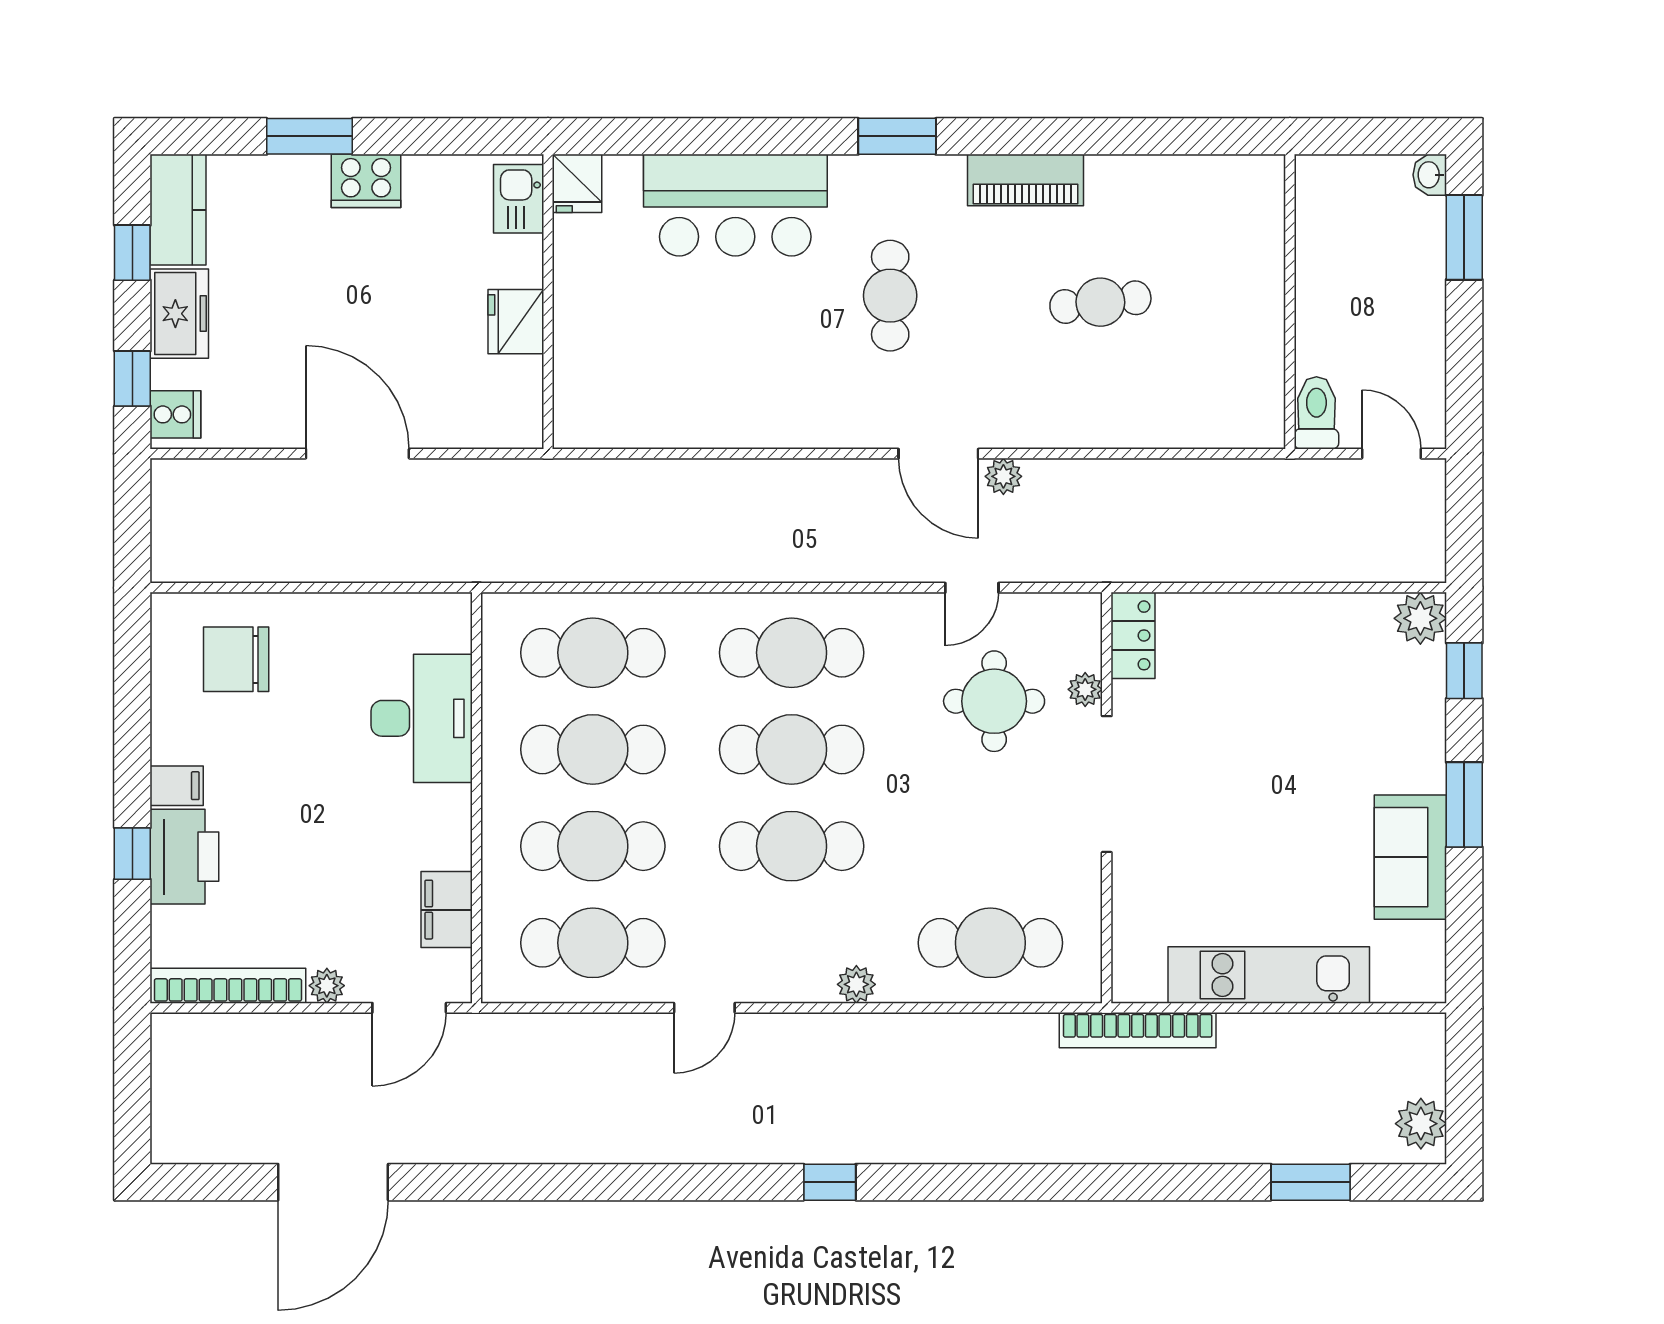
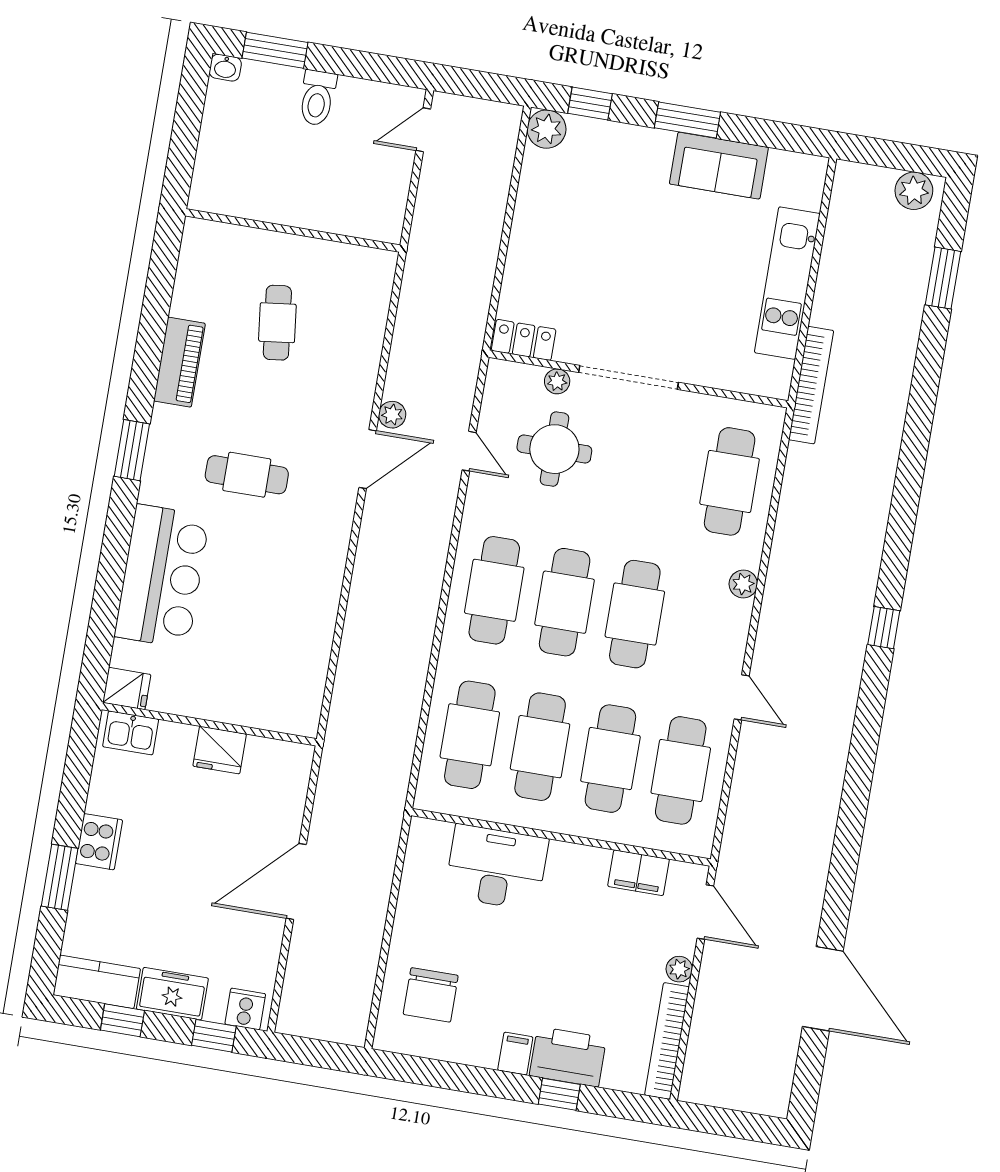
wall: (1290, 302) -> (293, 230), moved
toilet: (1316, 413) -> (317, 98), moved, turned -90

